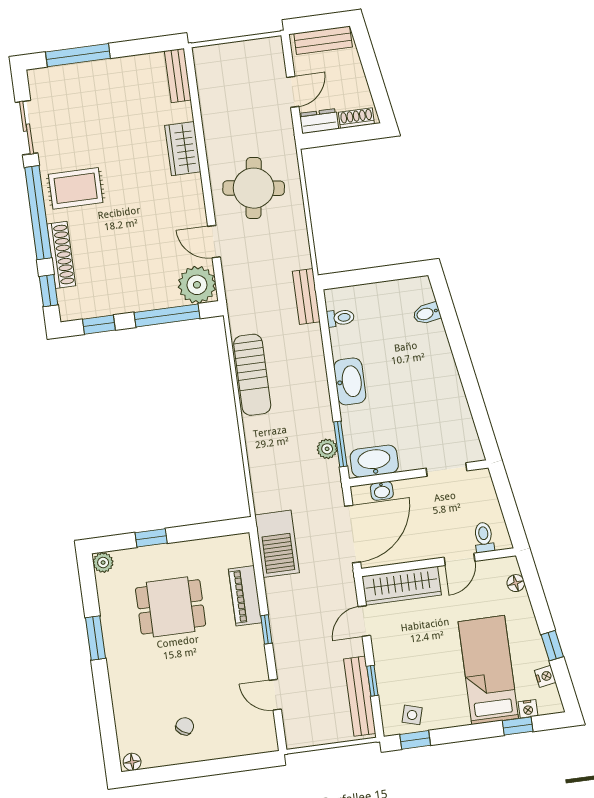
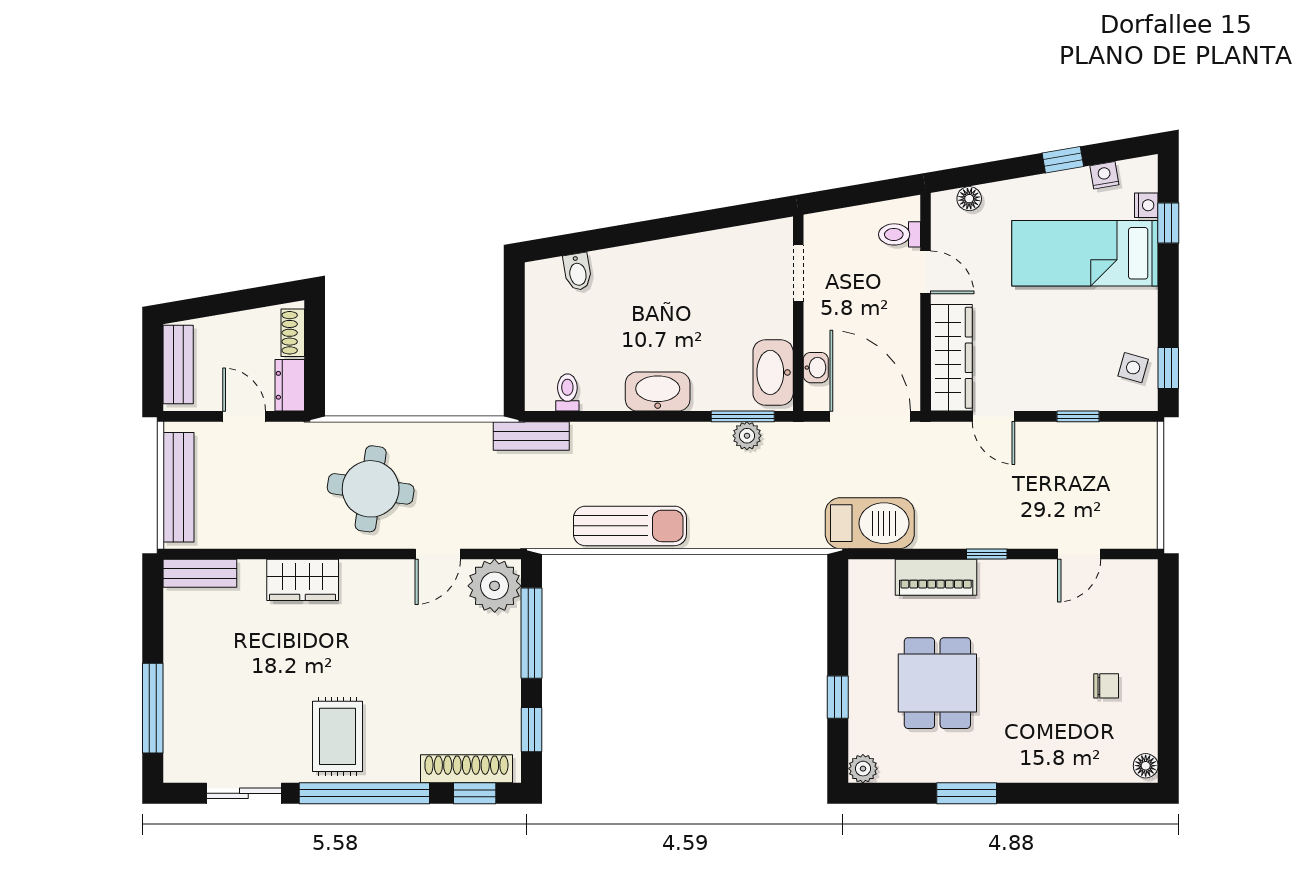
shoe rack: (61, 255) -> (466, 769), moved
bench: (360, 696) -> (179, 487), moved, turned 90
chair: (185, 726) -> (1106, 686), turned 146

